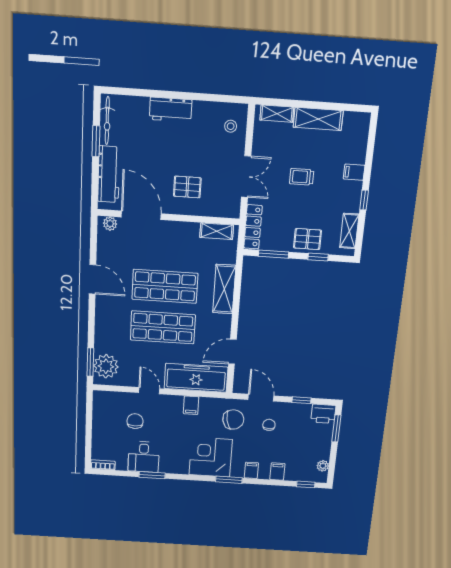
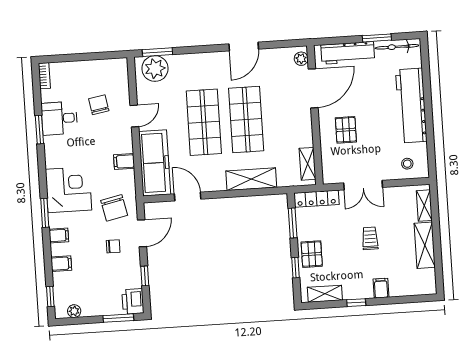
workbench: (171, 110) -> (411, 106), width x1.88, depth x1.32
chair: (135, 421) -> (99, 105), turned -100

